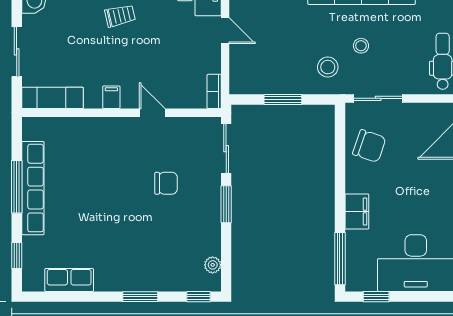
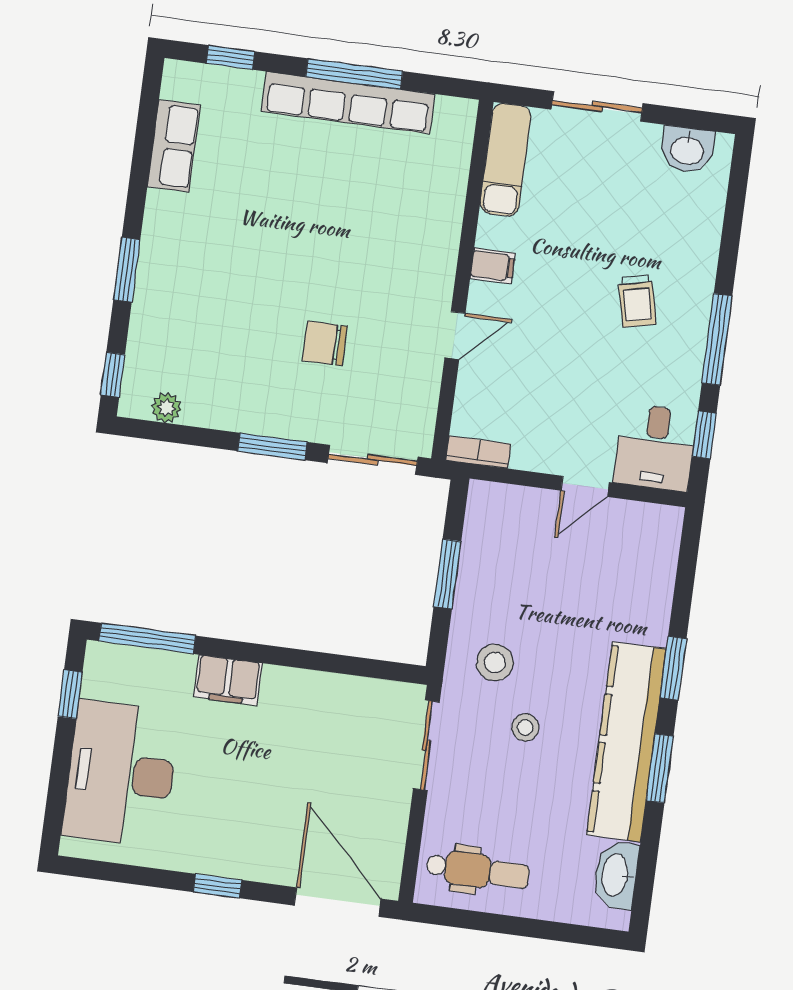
chair: (369, 146) -> (343, 718), removed
chair: (166, 183) -> (325, 343), turned 90

